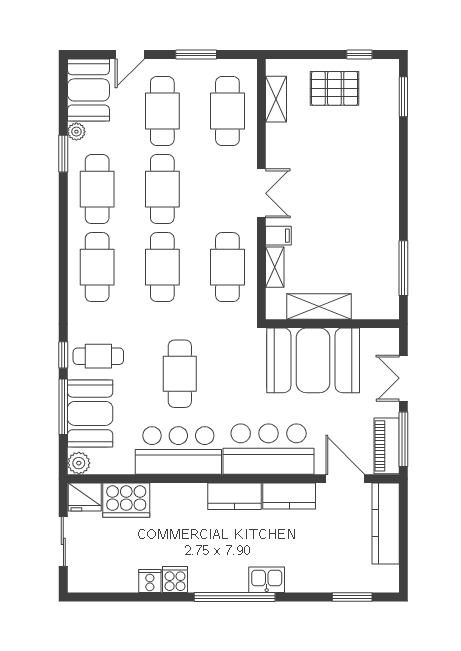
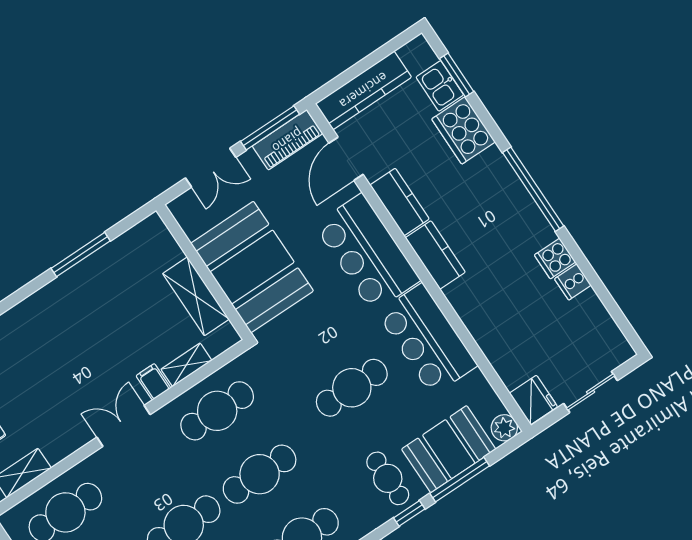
window: (403, 268) -> (81, 255), moved
cooker: (126, 500) -> (463, 130), moved, turned 180
kitchen sink: (267, 580) -> (440, 86), moved

